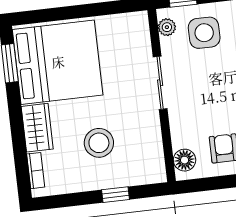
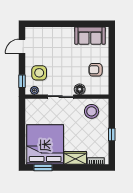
stool: (99, 143) -> (92, 111), moved
floor lamp: (185, 160) -> (80, 89), moved
window: (116, 195) -> (112, 134), moved

